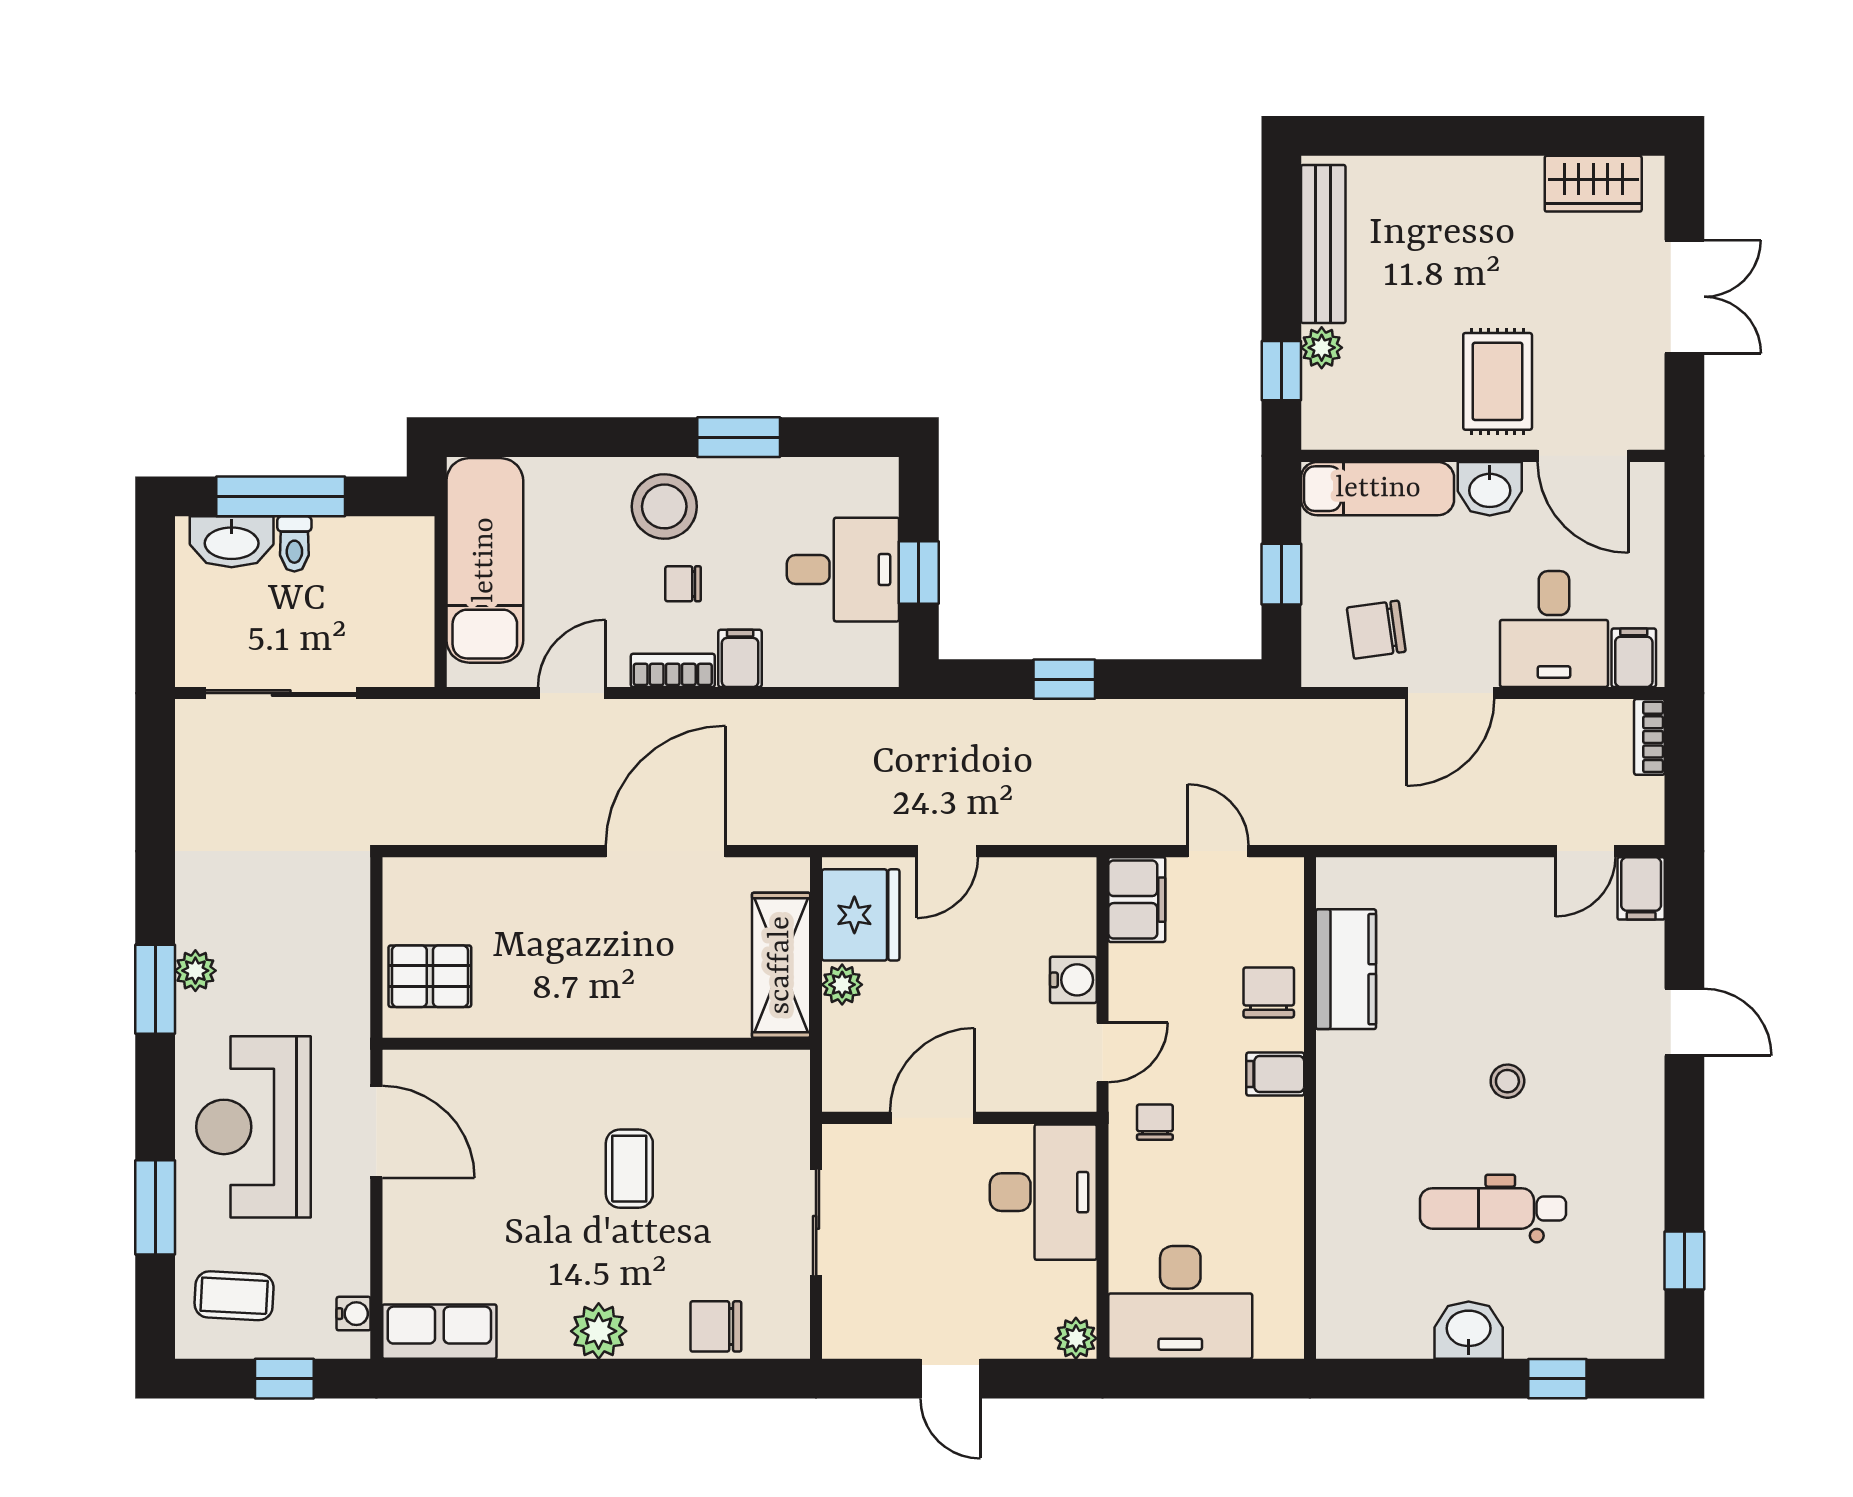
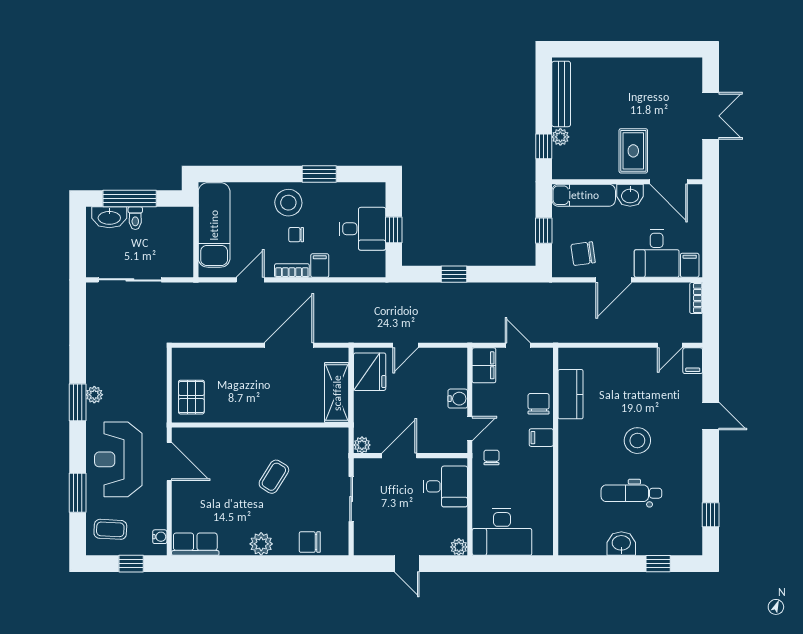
wardrobe: (1593, 184) -> (673, 69), removed
pallet: (430, 976) -> (191, 397), turned 90
plant: (842, 985) -> (362, 445), moved
stool: (1507, 1081) -> (637, 441), width x1.89, depth x1.89
coffee table: (629, 1169) -> (274, 477), turned 32
desk: (1043, 1192) -> (445, 486), width x0.73

